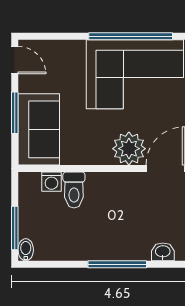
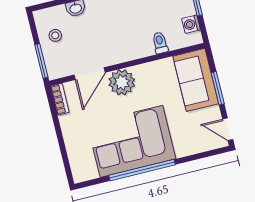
washing machine: (51, 182) -> (191, 24), moved, turned -90
toilet: (74, 190) -> (160, 43), width x0.73, depth x0.72

